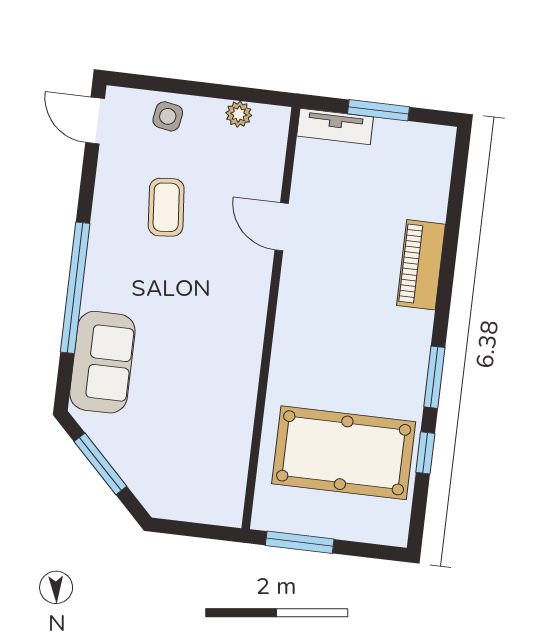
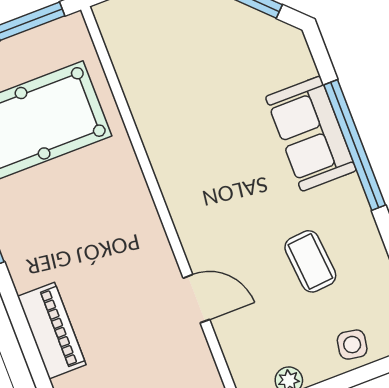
sofa: (102, 362) -> (311, 134), moved

